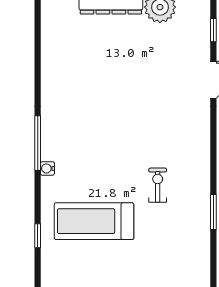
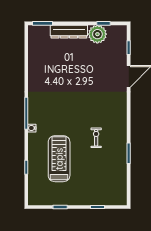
treadmill: (94, 221) -> (59, 159), turned 90

